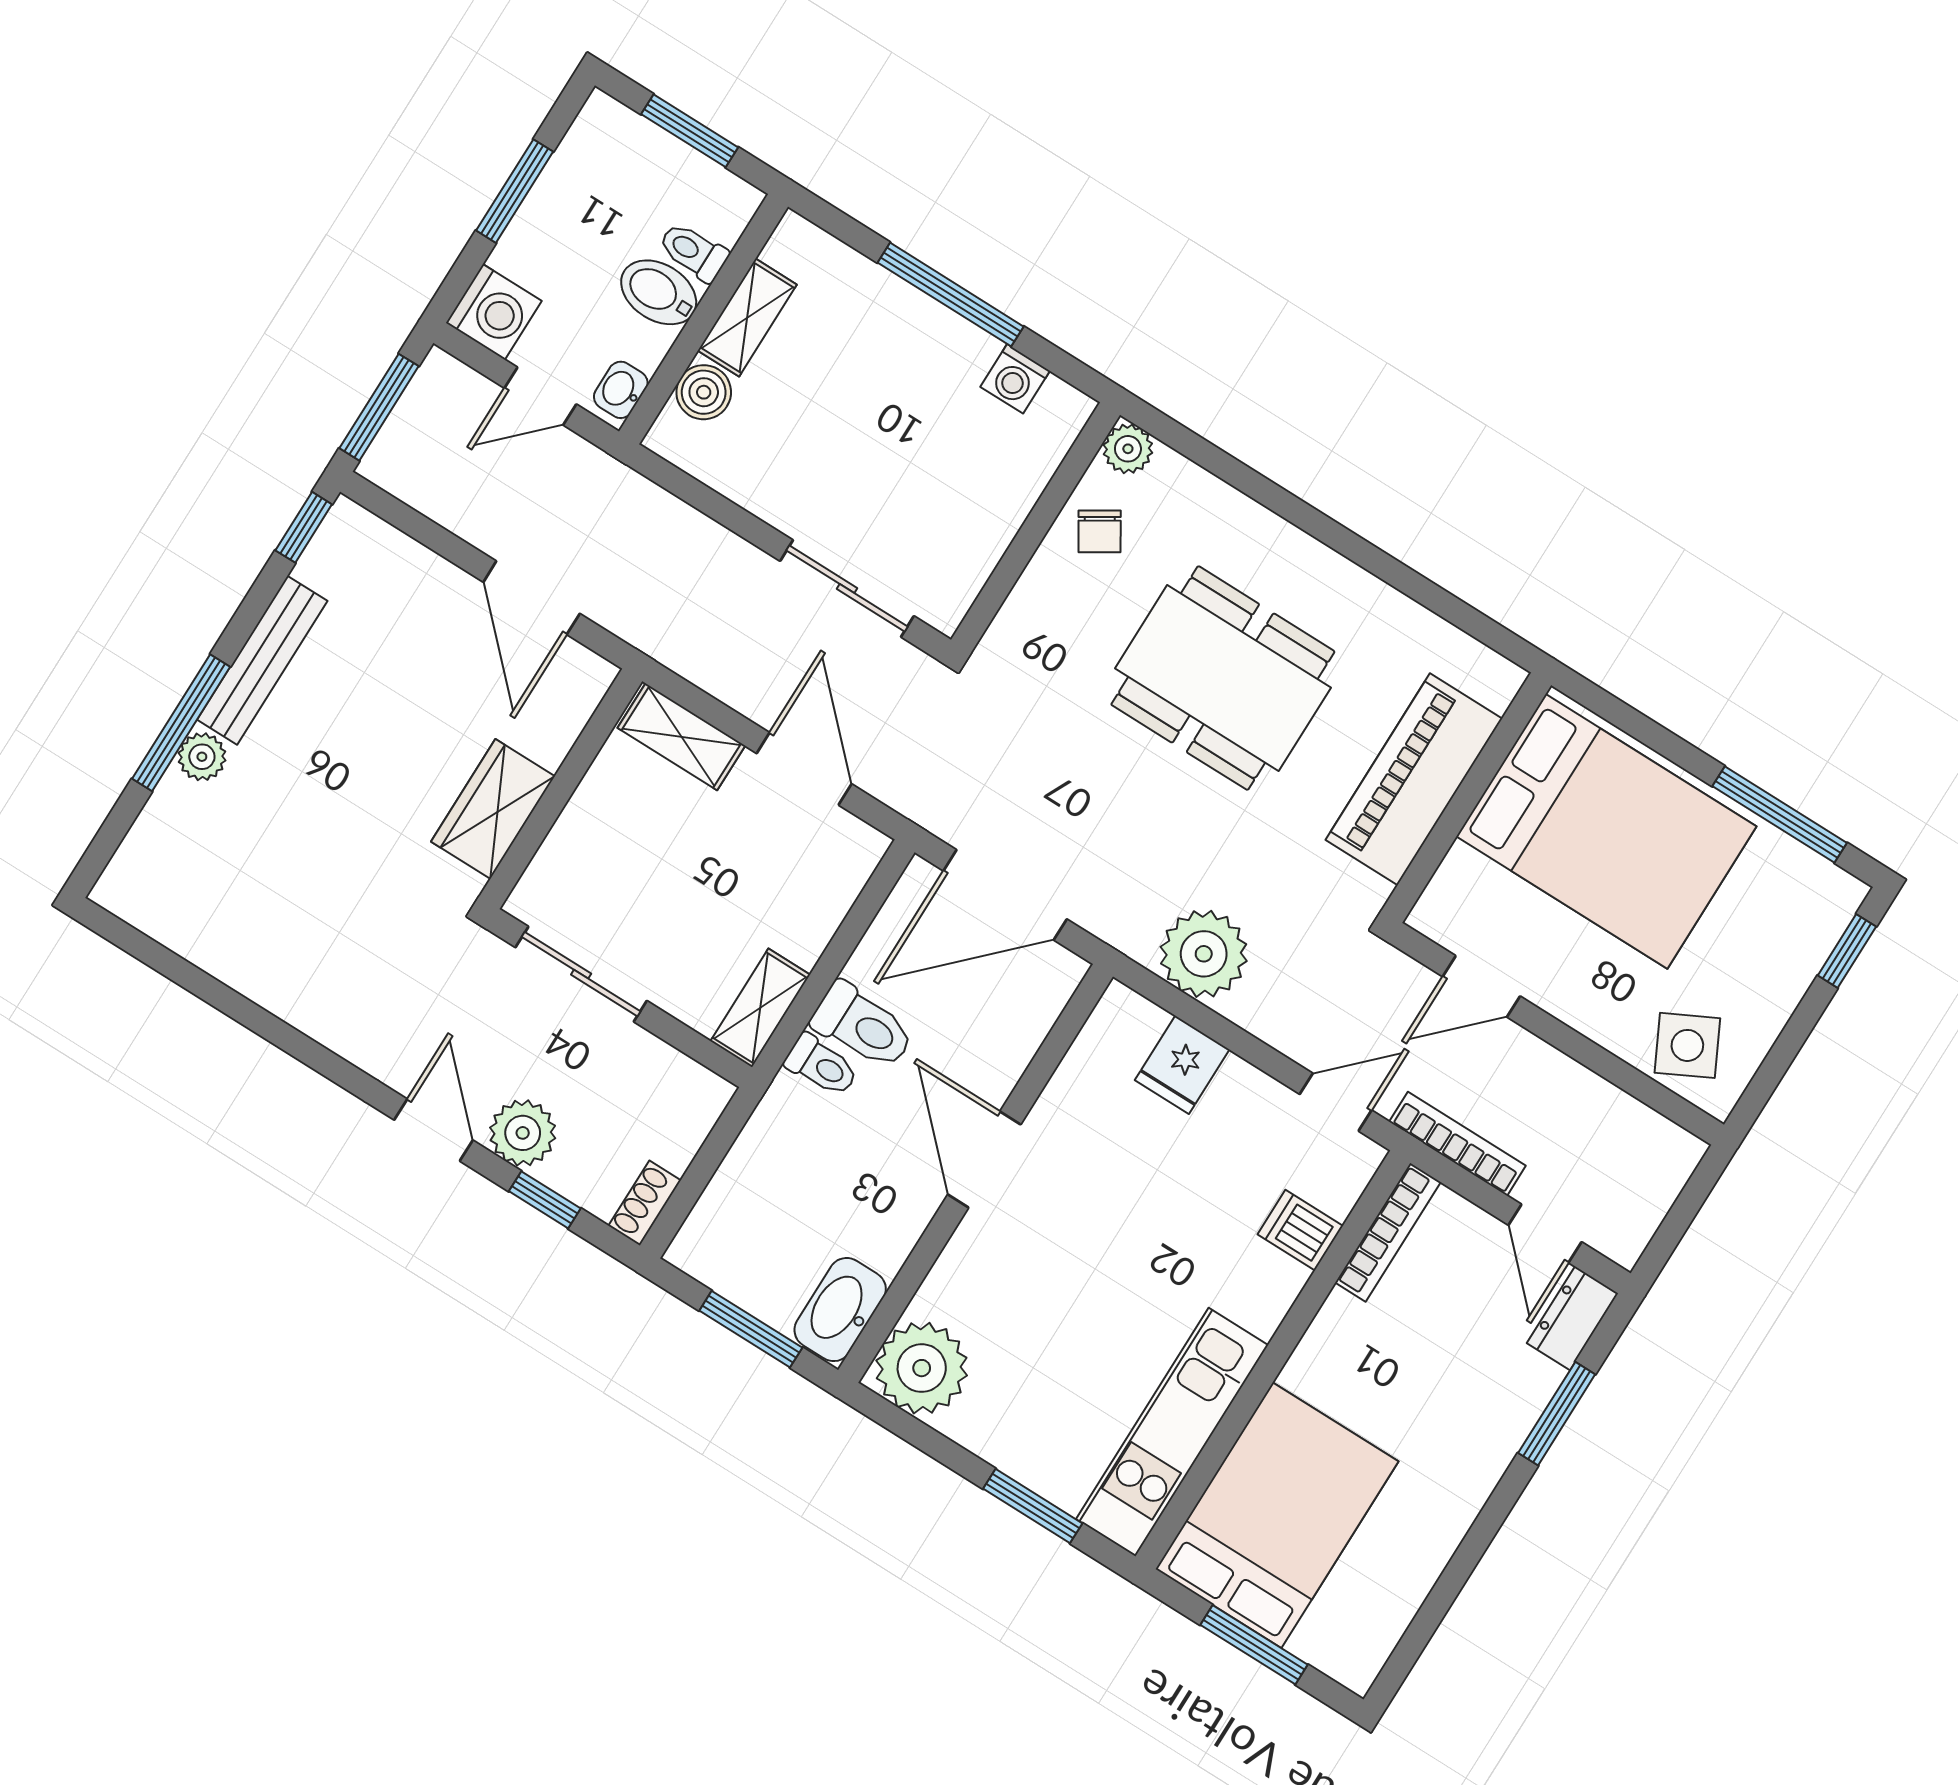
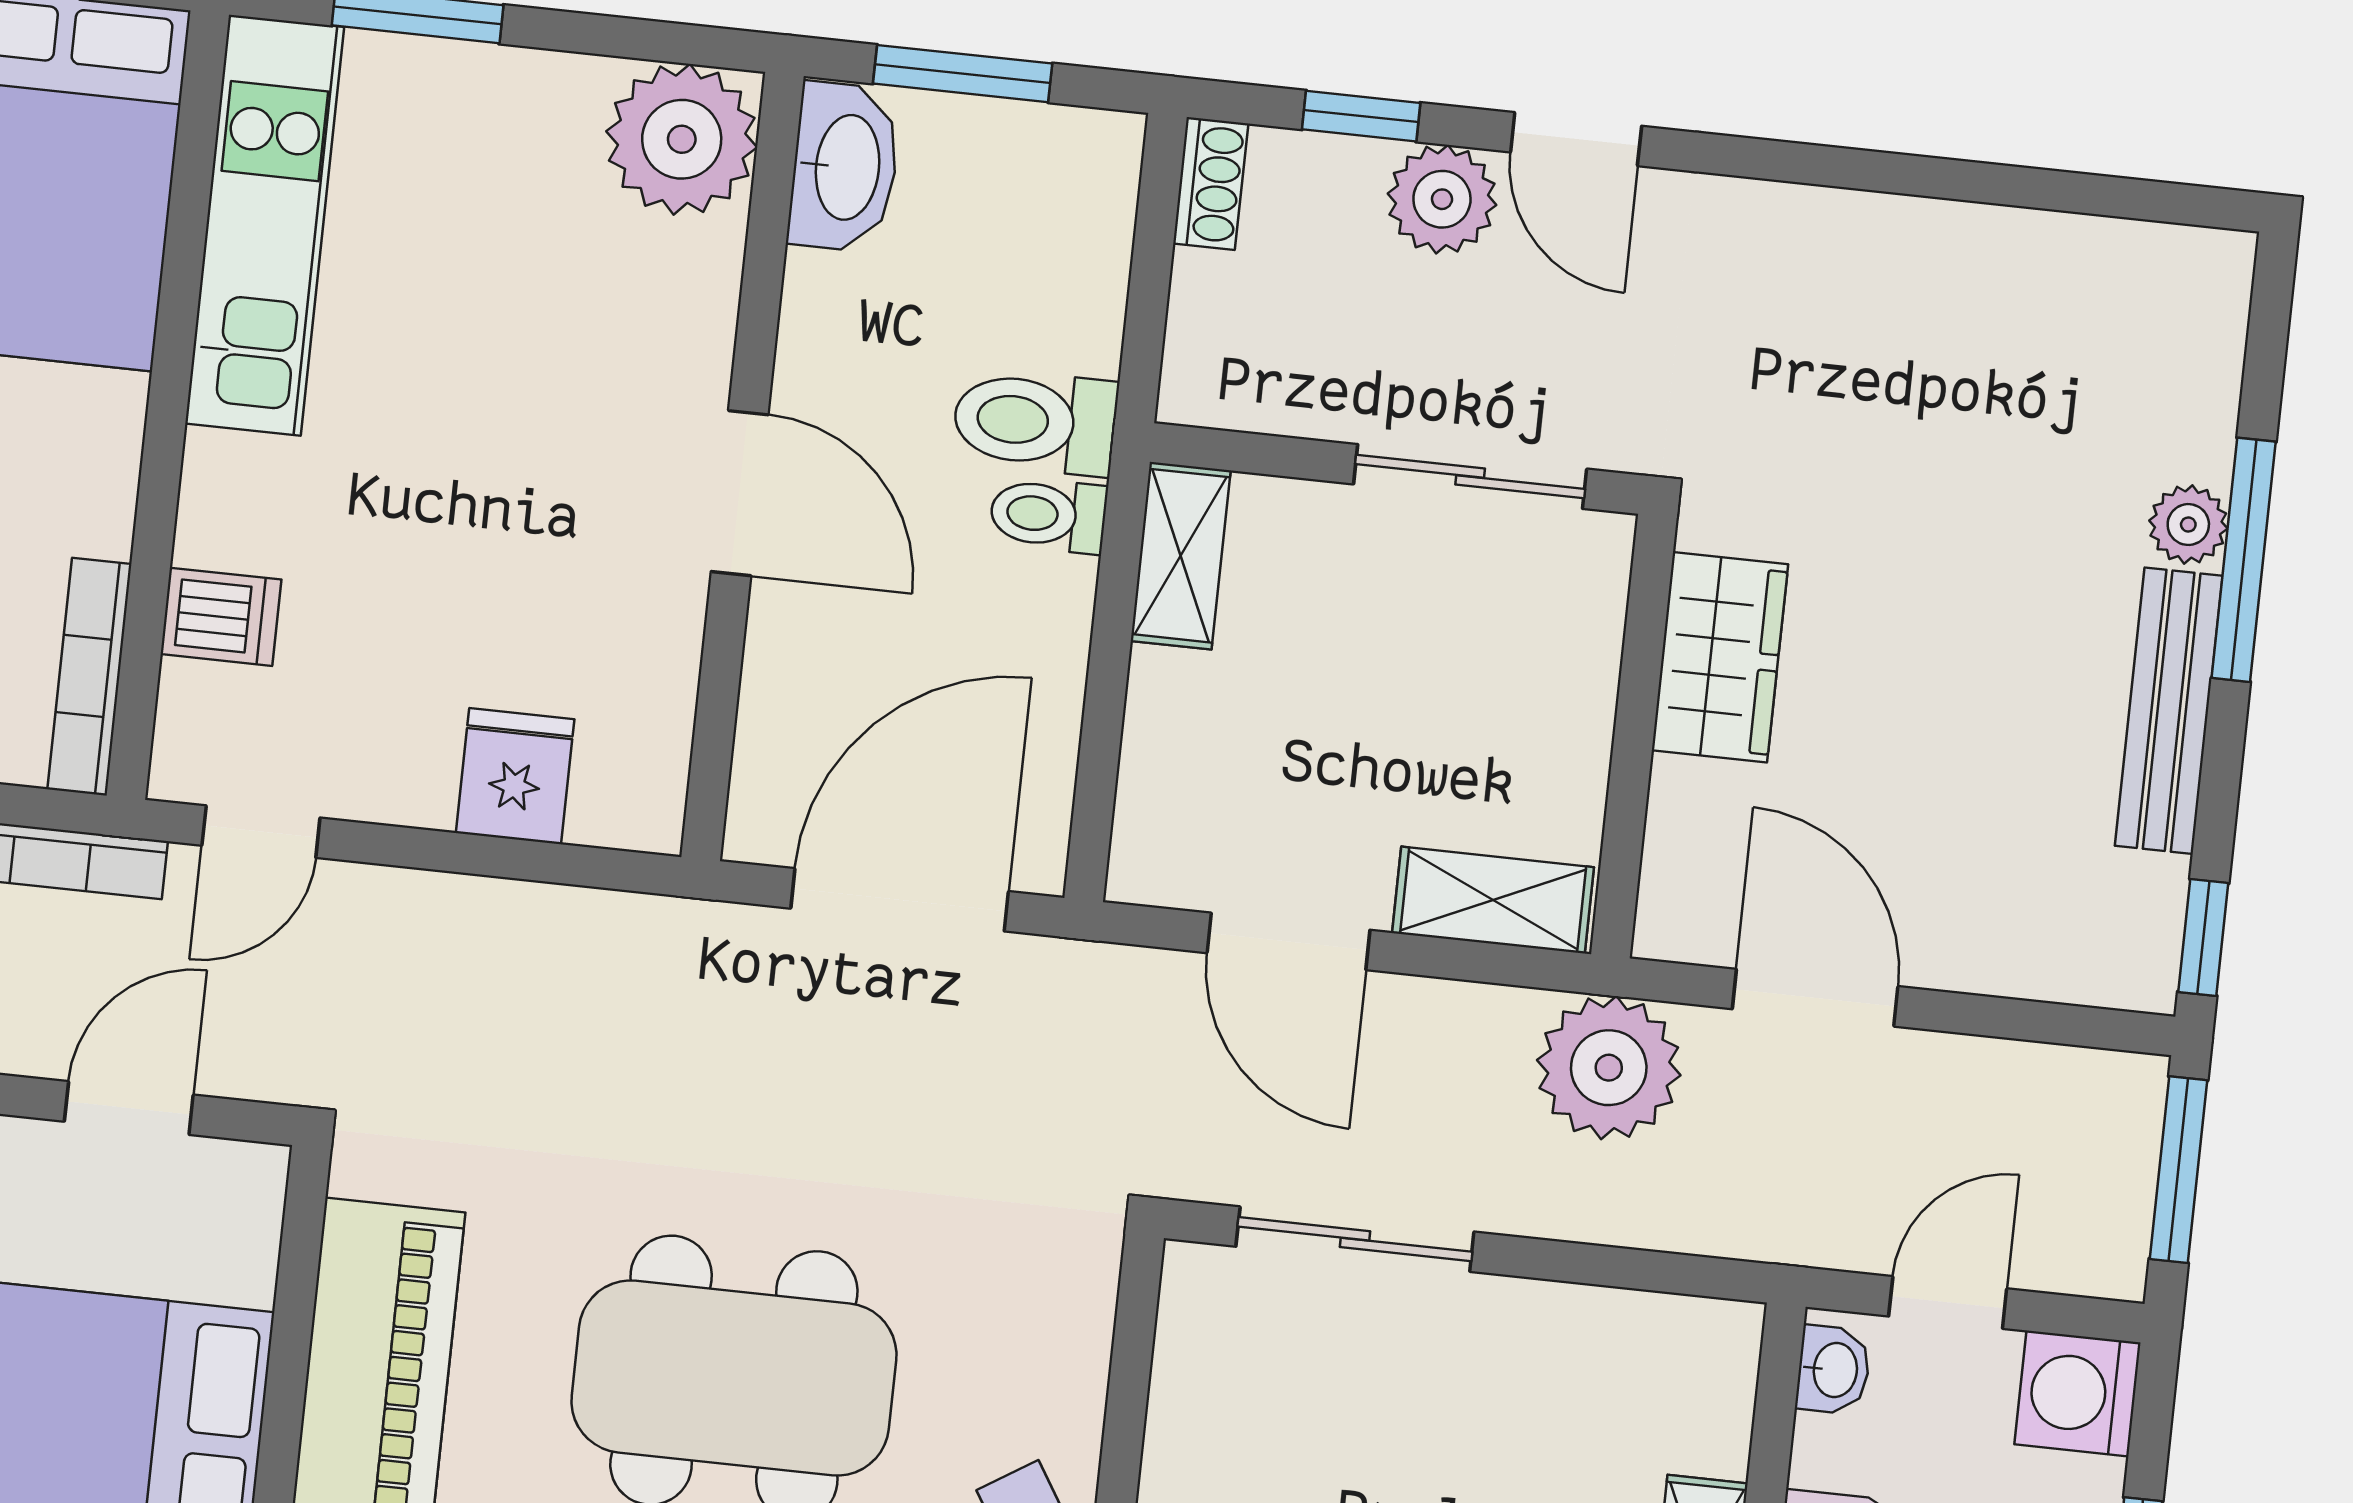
boiler: (704, 392) -> (1709, 1426), removed
plant: (1204, 954) -> (1609, 1068), moved
toilet: (863, 1026) -> (1035, 422), moved

